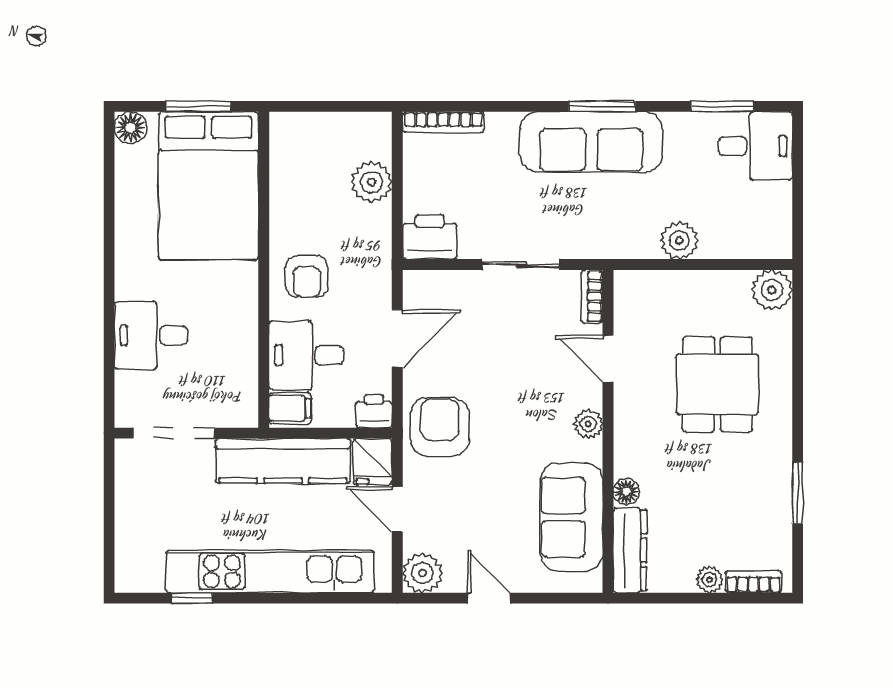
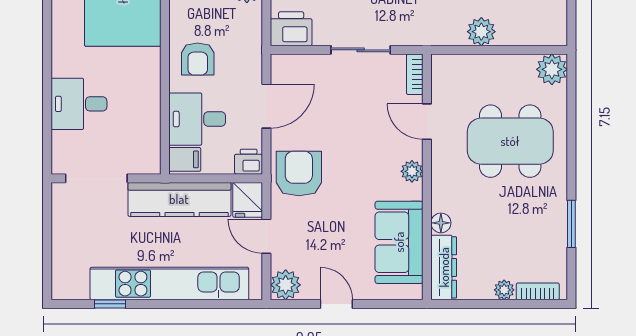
dining table: (717, 384) -> (510, 141), width x1.38

